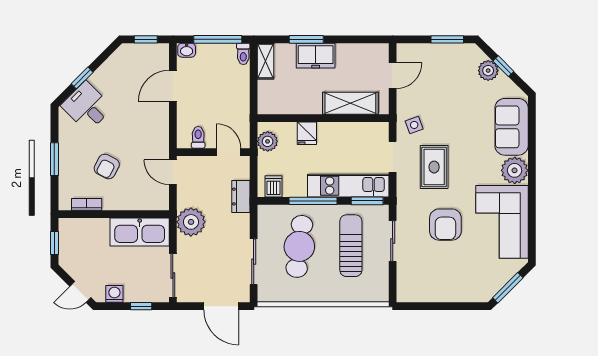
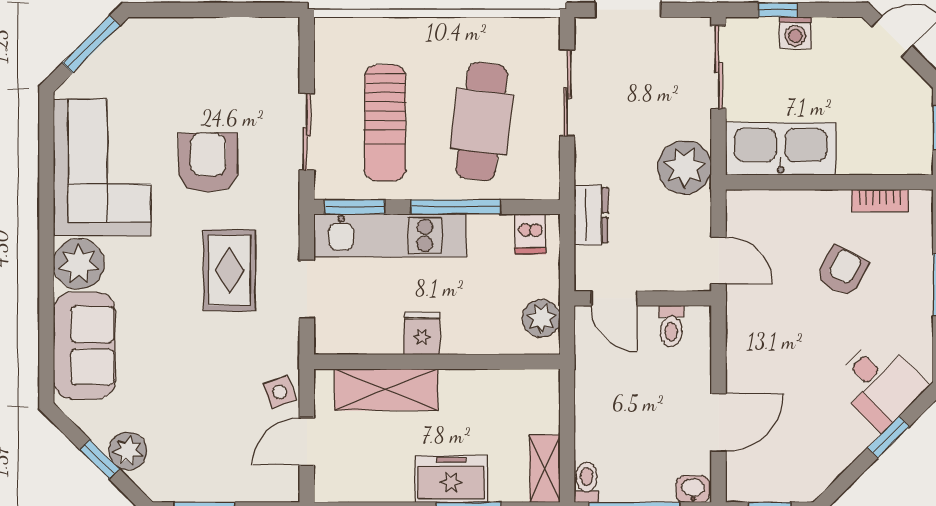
side table: (414, 125) -> (280, 392), moved
fridge: (307, 133) -> (422, 333), moved
washing machine: (114, 294) -> (795, 33), moved

